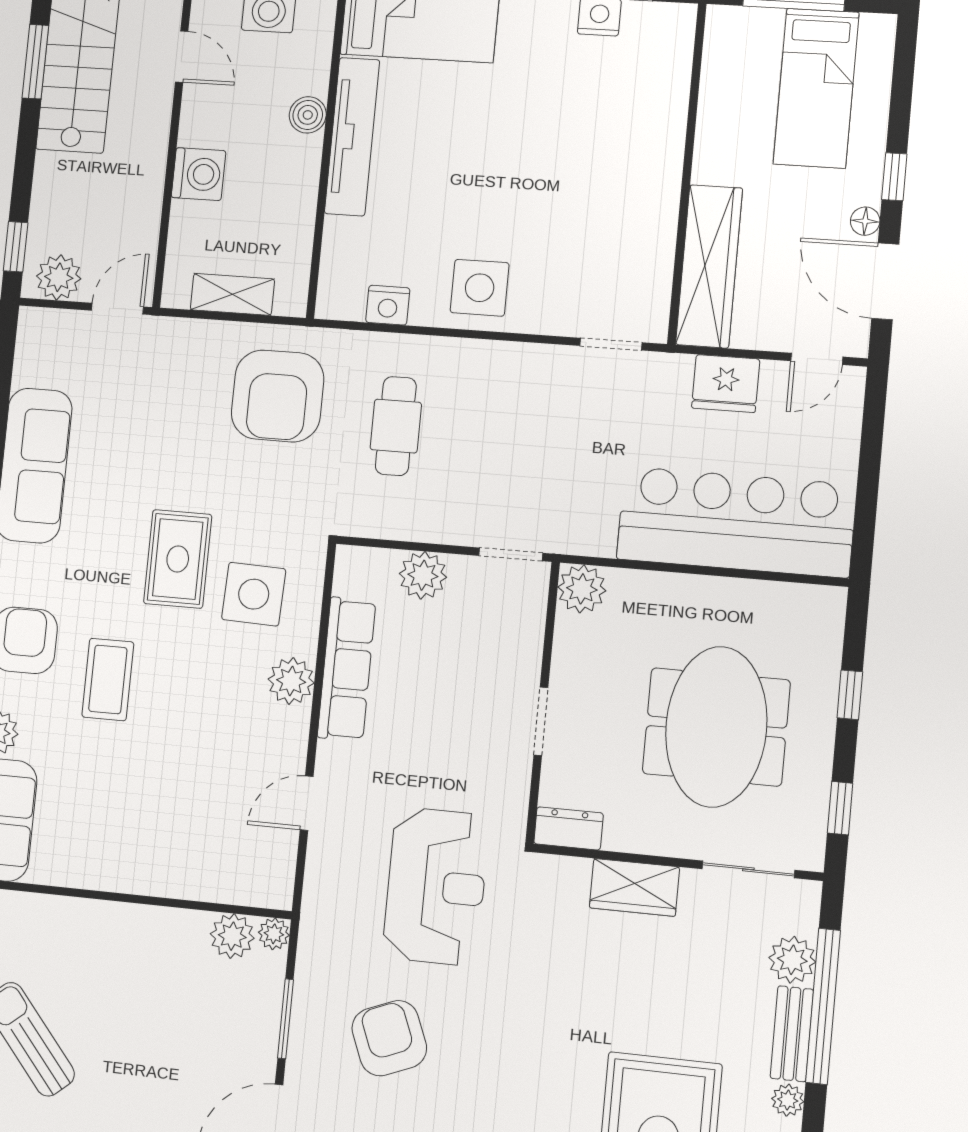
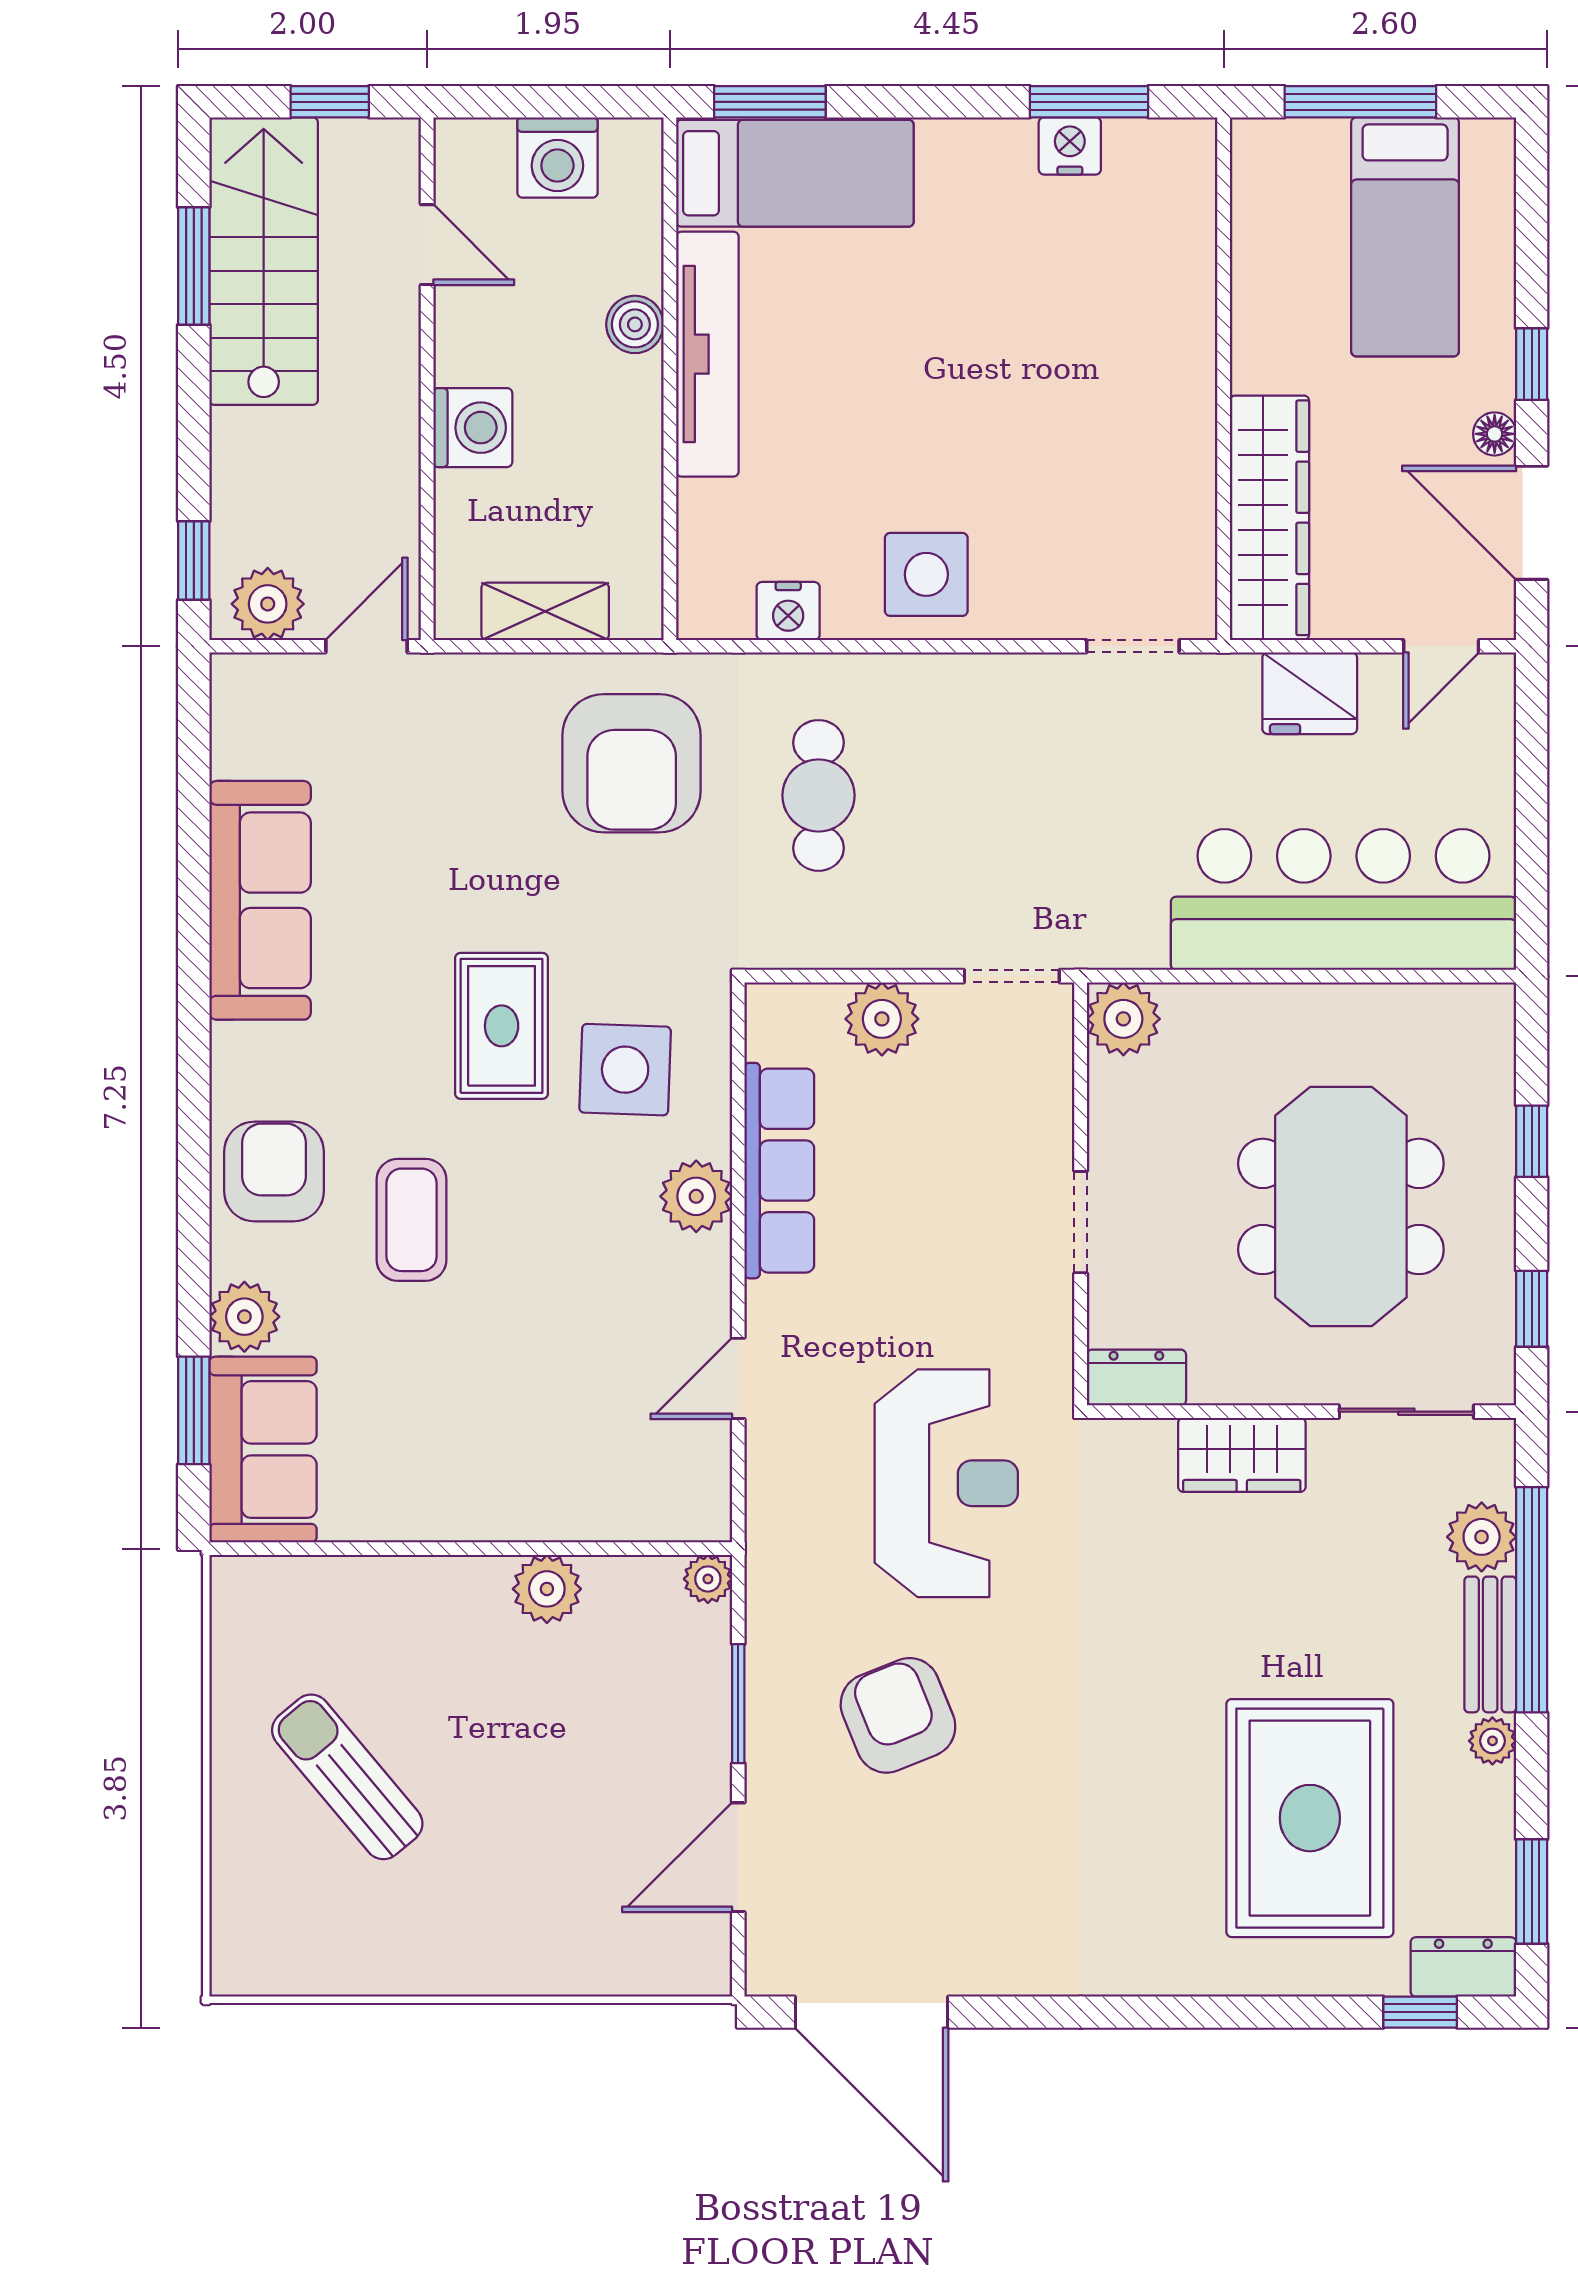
plant: (232, 936) -> (547, 1589), moved

